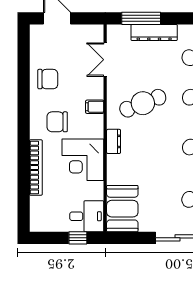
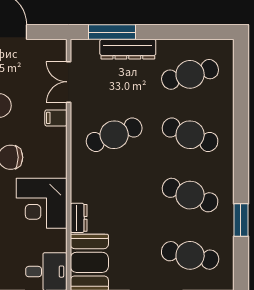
filing cabinet: (95, 107) -> (56, 118), moved
dresser: (114, 141) -> (79, 218), moved

